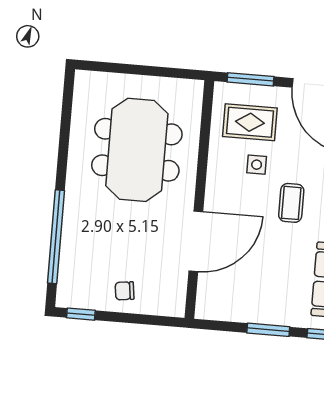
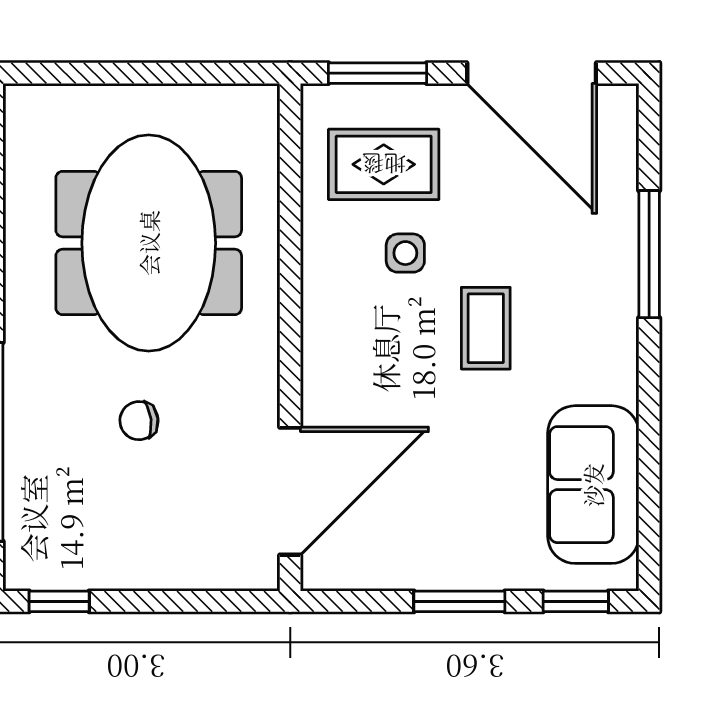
door: (196, 241) -> (290, 491), moved
chair: (125, 291) -> (139, 421), moved

